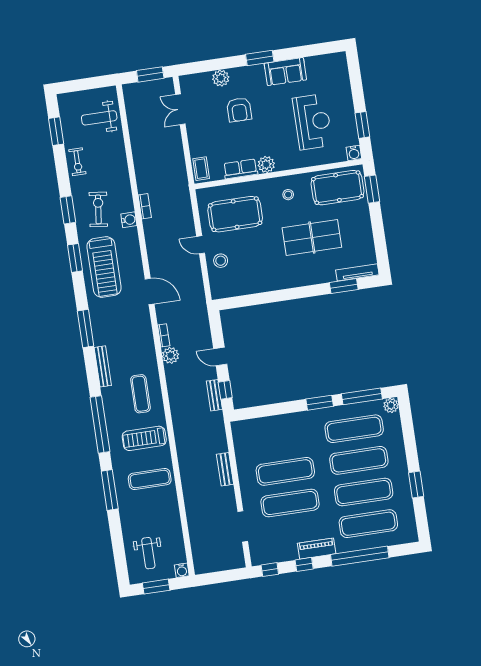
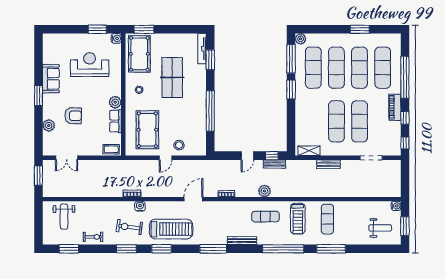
window: (274, 297) -> (210, 111), added
plant: (171, 355) -> (264, 191), moved
shelving: (240, 440) -> (309, 151), added

